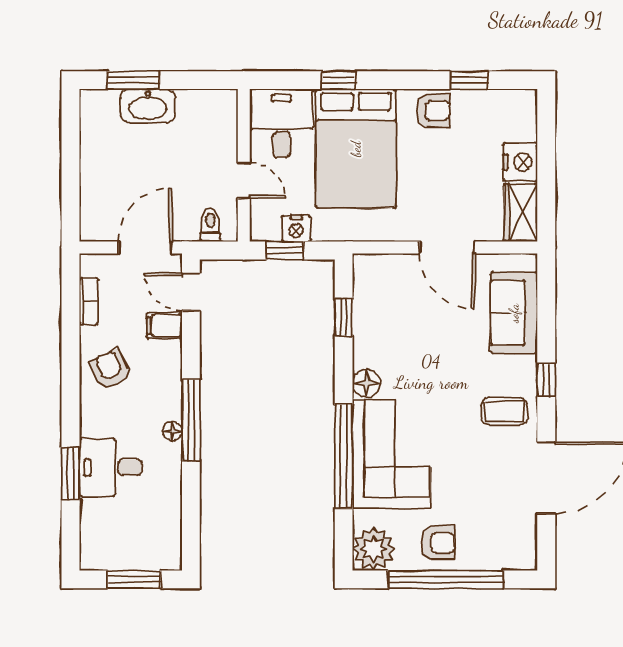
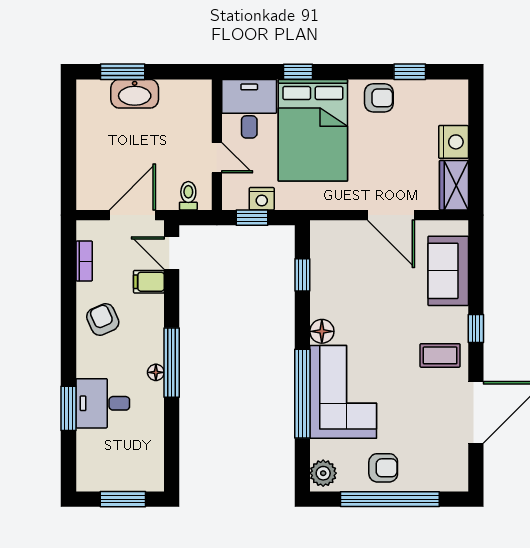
plant: (374, 549) -> (323, 473), width x0.73, depth x0.73

